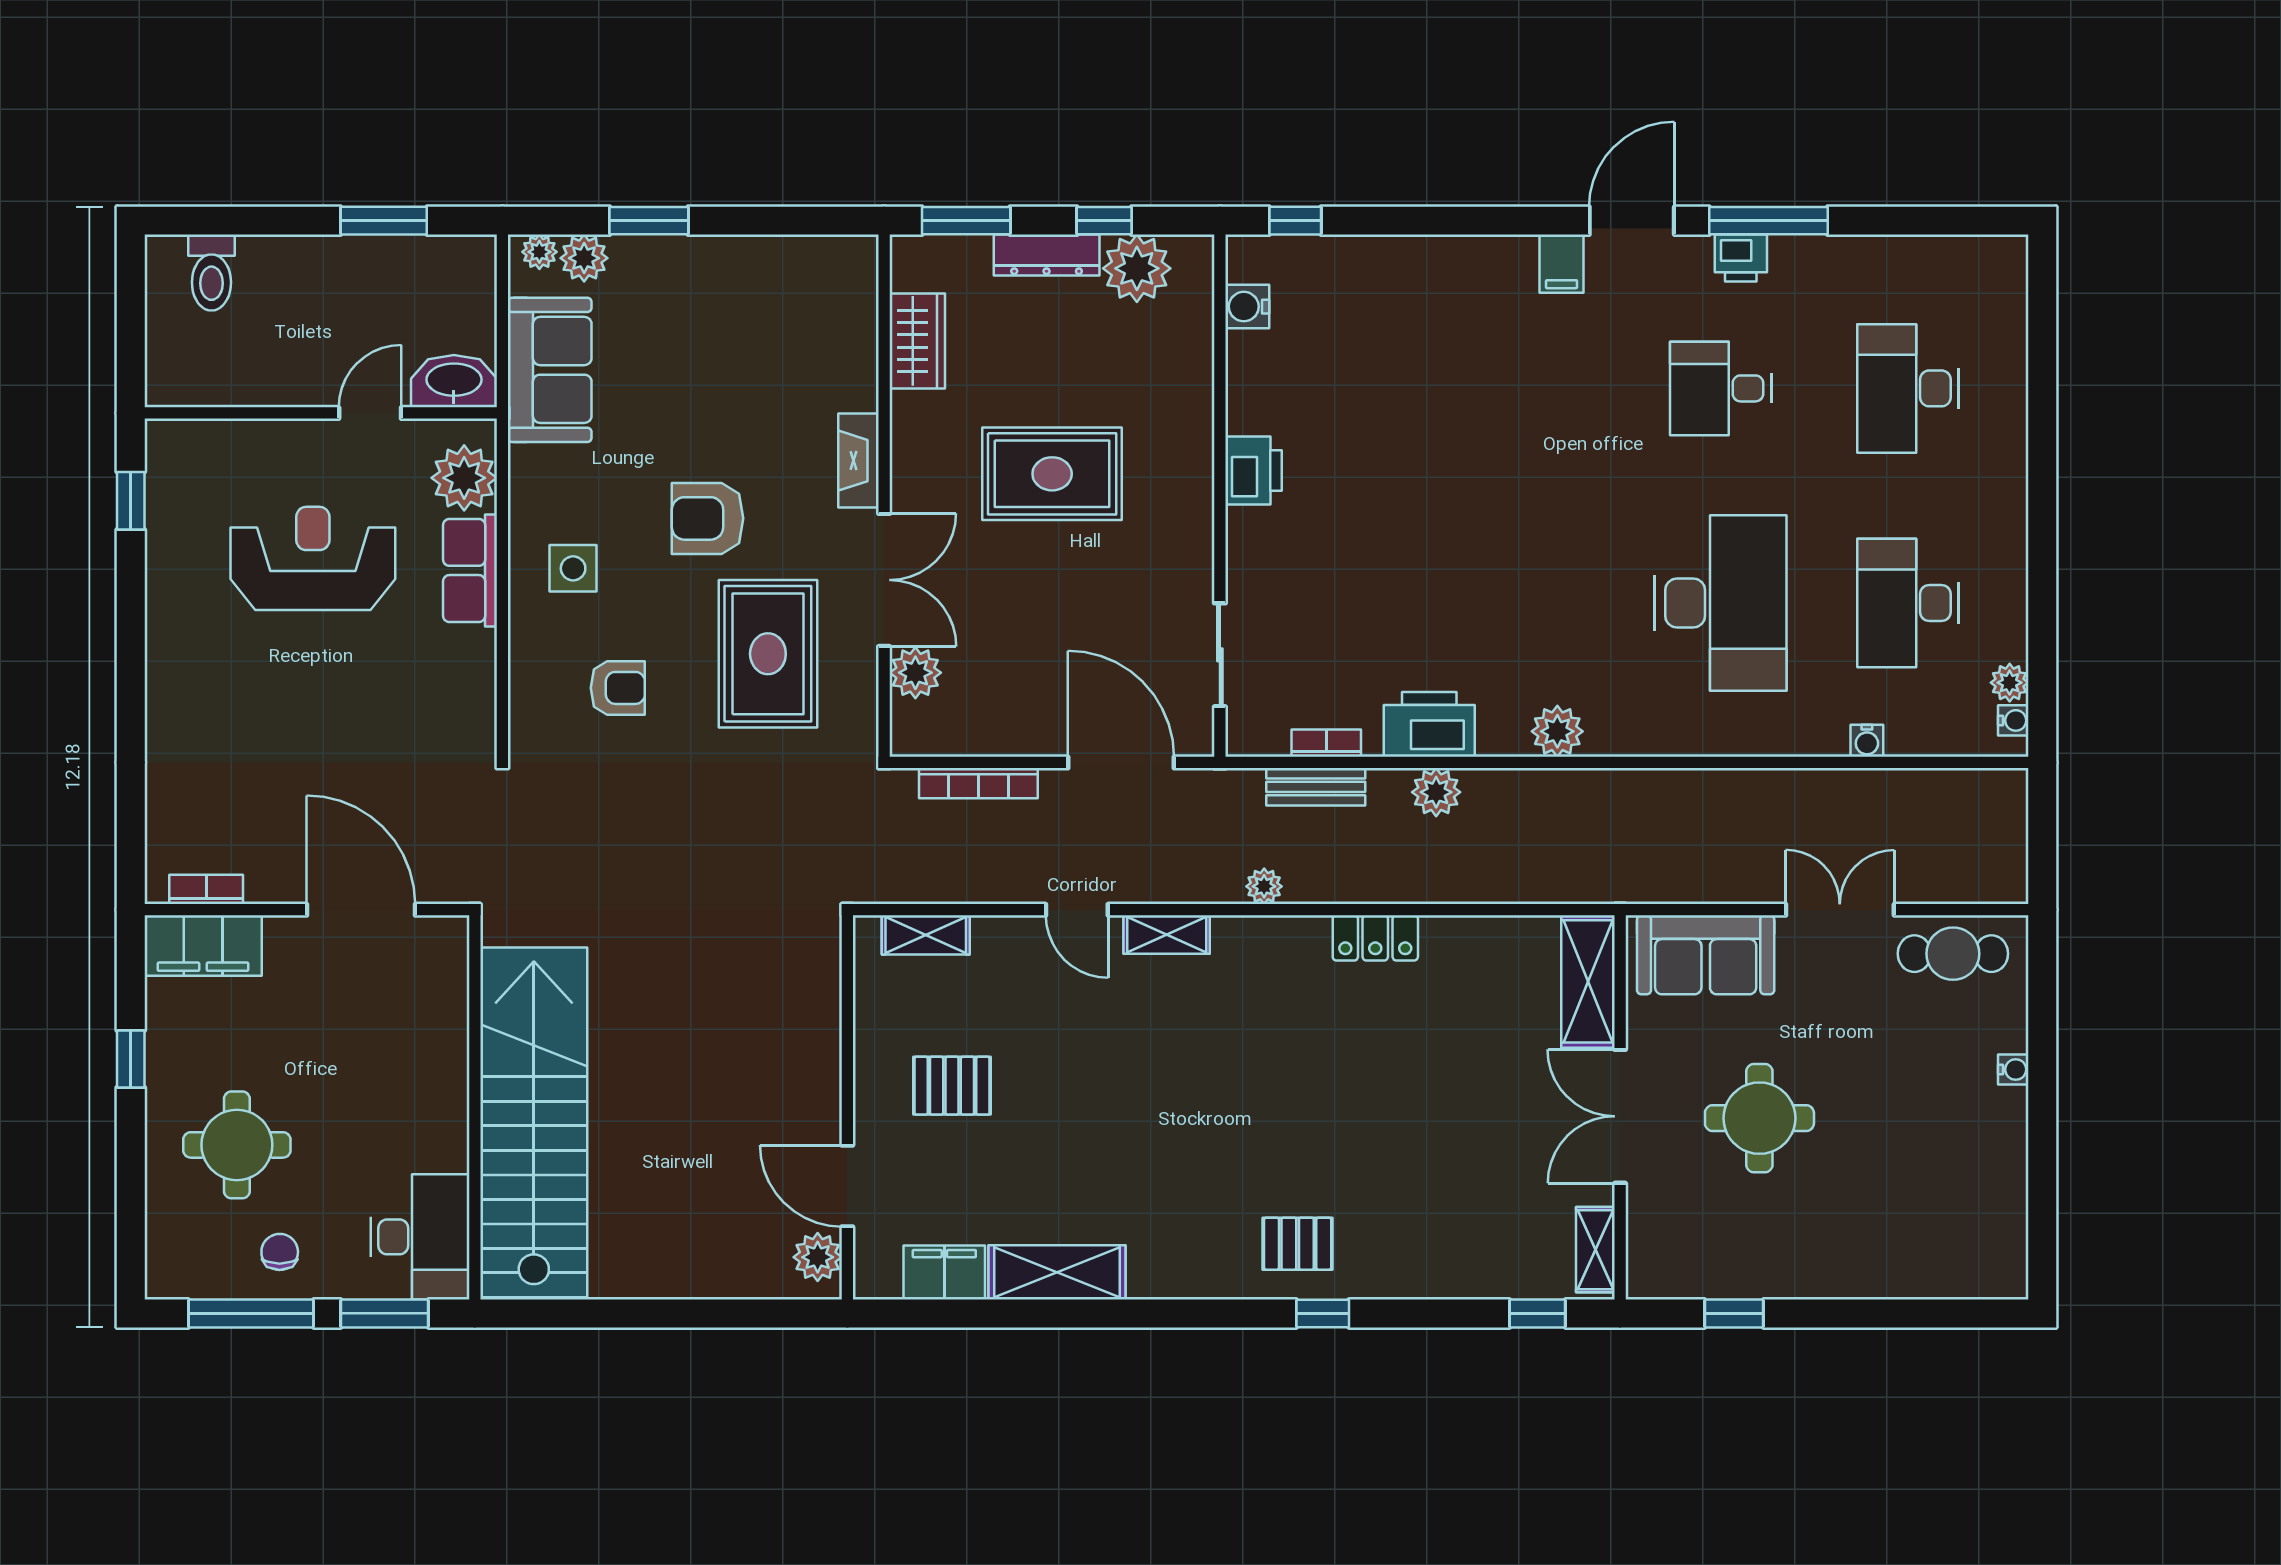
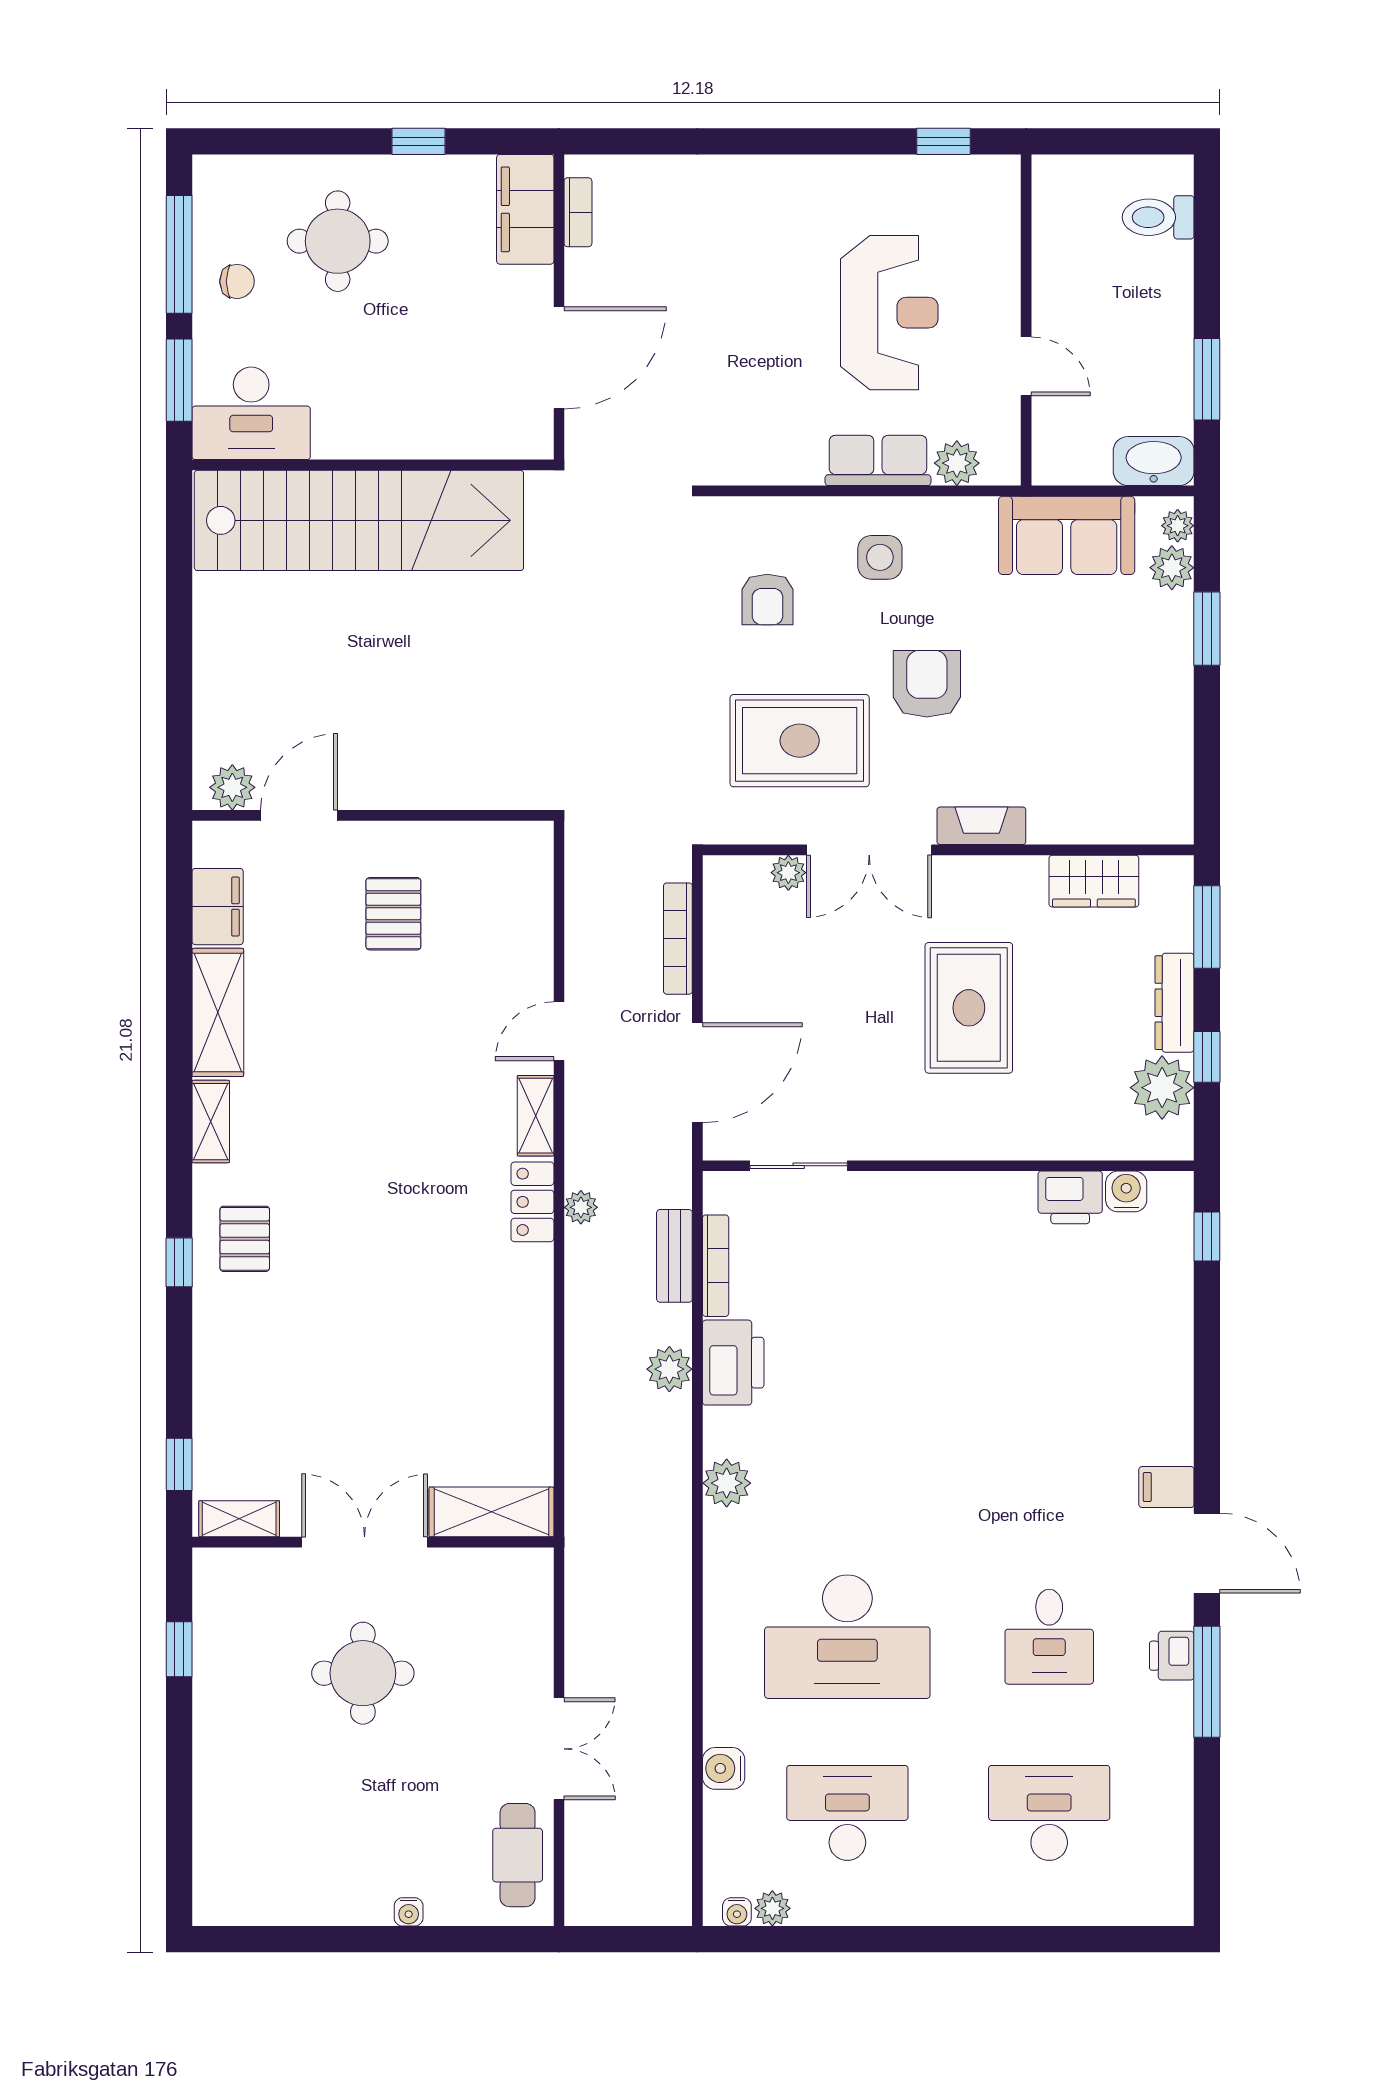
washbasin: (454, 381) -> (1154, 461), moved, turned -90
desk: (1721, 388) -> (1049, 1637), turned 180
printer: (1254, 471) -> (1070, 1197), moved
plant: (464, 478) -> (957, 463), width x0.73, depth x0.73
plant: (915, 673) -> (788, 873), width x0.73, depth x0.73
water cooler: (1867, 741) -> (724, 1768), width x1.38, depth x1.38
bookcase: (1326, 743) -> (716, 1266), width x1.56
shelving: (926, 935) -> (211, 1122), moved
locker: (1375, 938) -> (532, 1202), moved
sofa: (1706, 955) -> (516, 1623), removed

